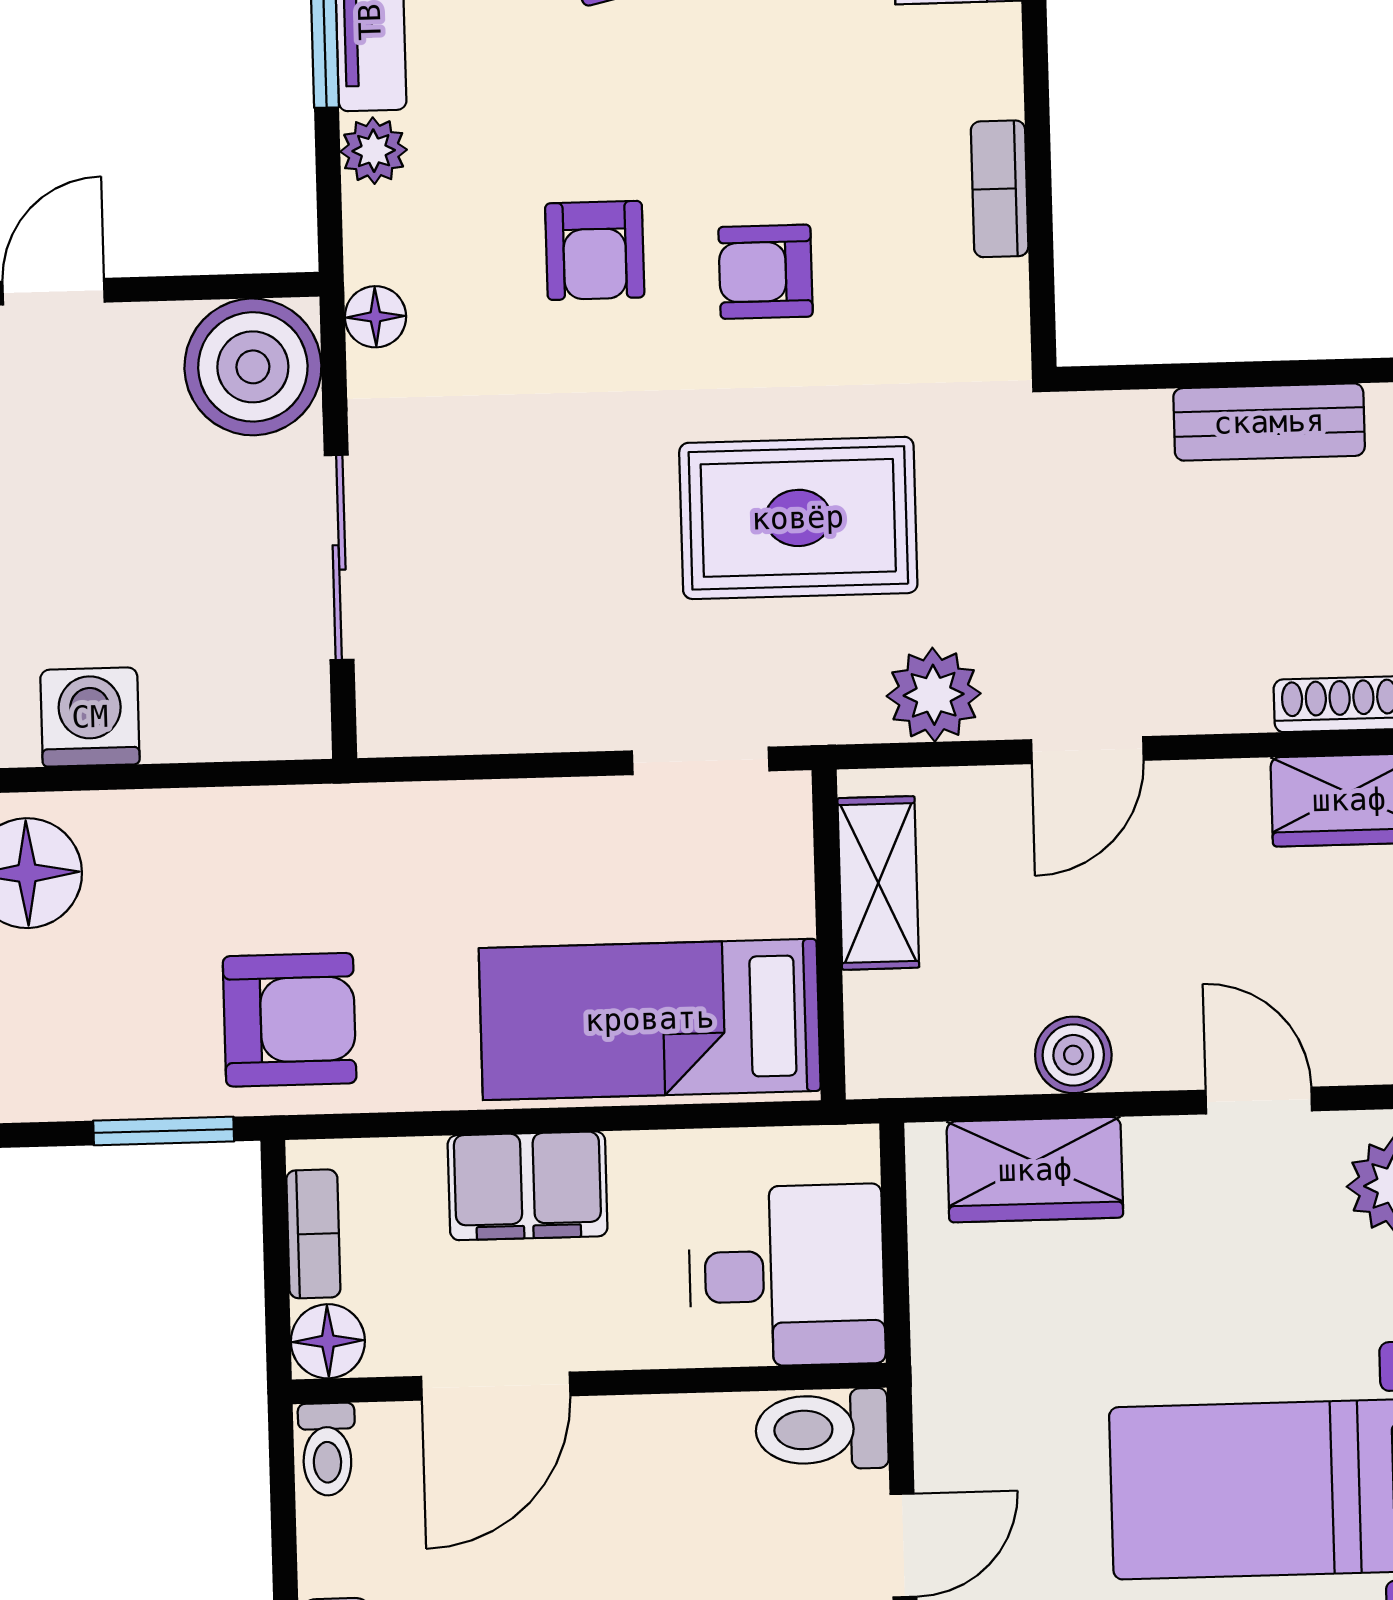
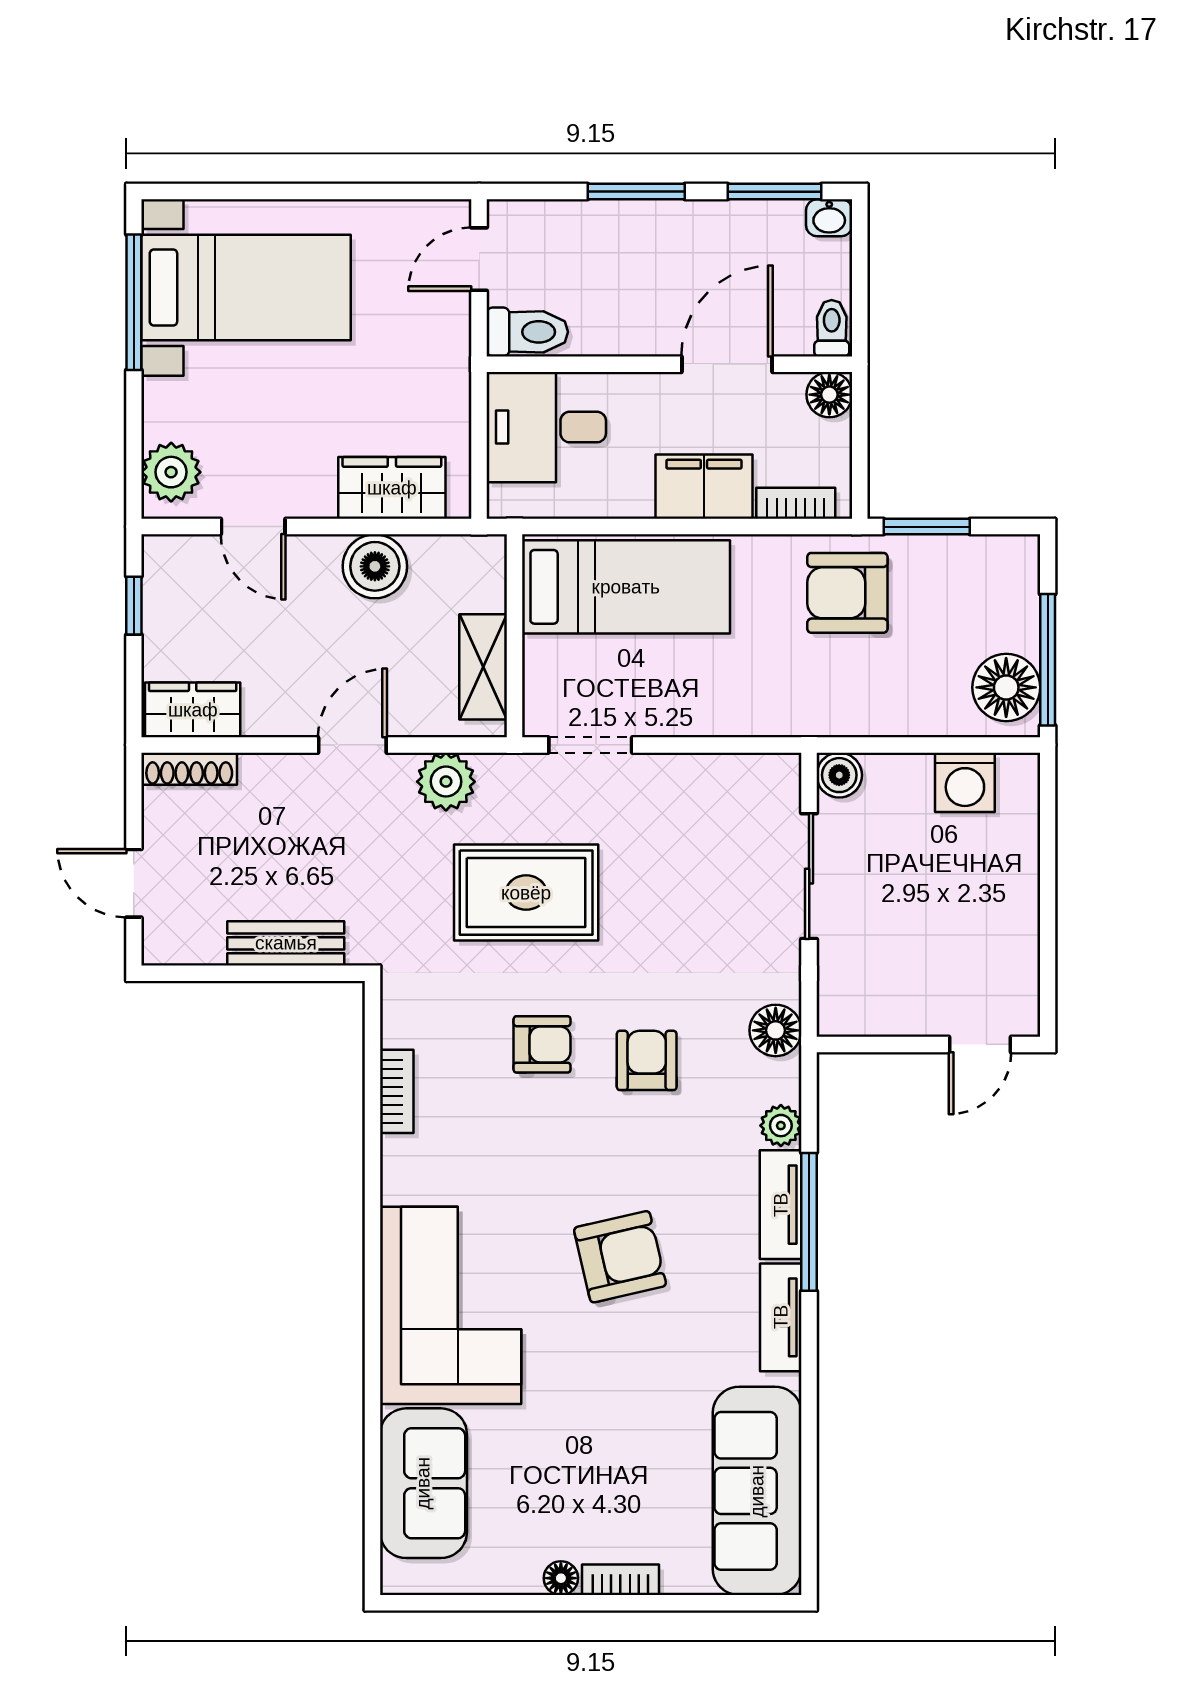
floor lamp: (375, 317) -> (776, 1030), width x1.37, depth x1.37
boiler: (253, 367) -> (839, 775), moved, width x0.54, depth x0.54
bench: (1269, 422) -> (286, 943), moved
boiler: (1073, 1055) -> (375, 566), width x1.36, depth x1.36
bookcase: (313, 1234) -> (796, 503), moved, turned 90

